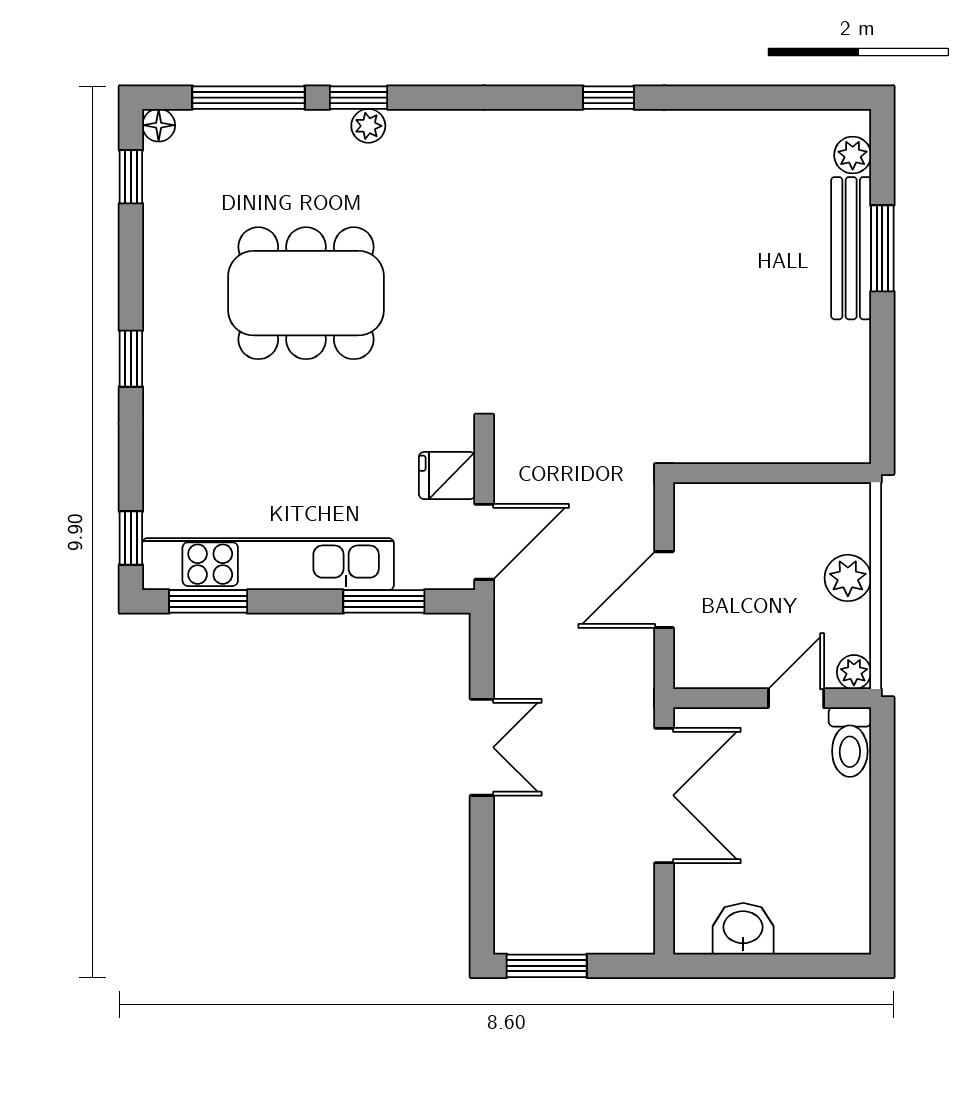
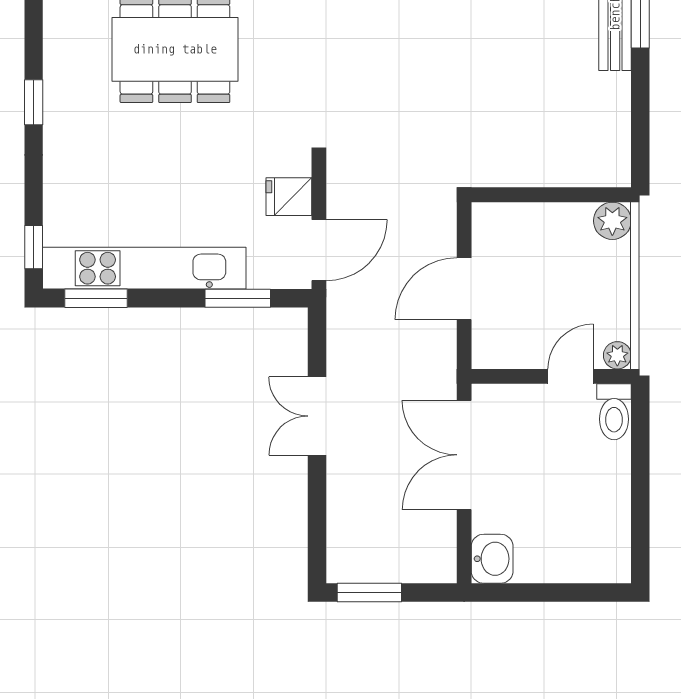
plant: (848, 578) -> (612, 221), moved
double door: (482, 747) -> (317, 416), swing flipped
double door: (664, 795) -> (464, 455), swing flipped
washbasin: (743, 929) -> (492, 559), moved, turned 90

